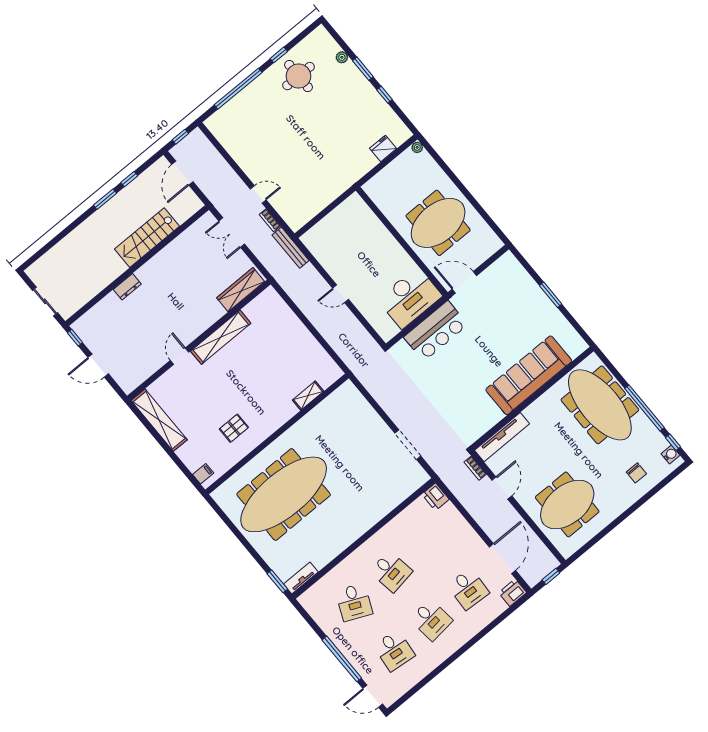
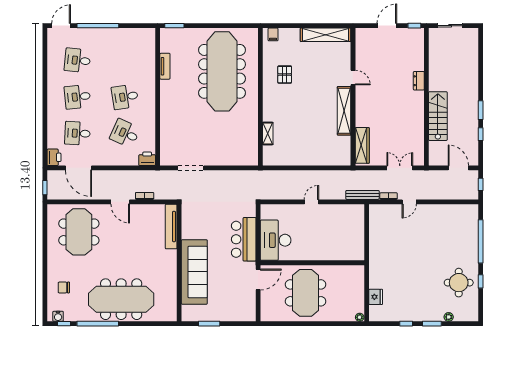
sofa: (529, 375) -> (194, 272), moved
wall: (532, 398) -> (179, 263), moved
tv unit: (502, 437) -> (171, 227), moved
tv unit: (301, 578) -> (165, 66), moved
desk: (354, 602) -> (125, 133), moved

